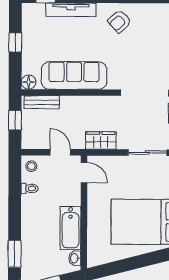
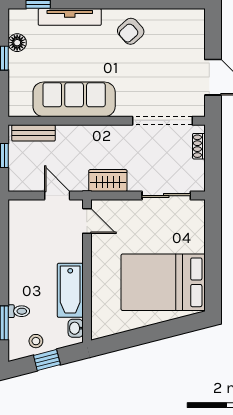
floor lamp: (29, 82) -> (17, 43), moved
stool: (31, 166) -> (36, 341), moved
toilet: (30, 188) -> (19, 311), moved

